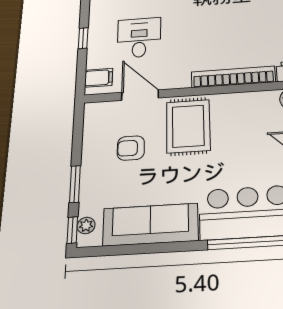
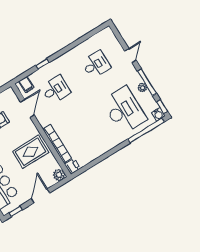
rug: (188, 126) -> (31, 152), moved

